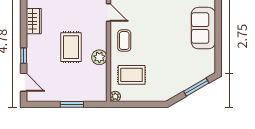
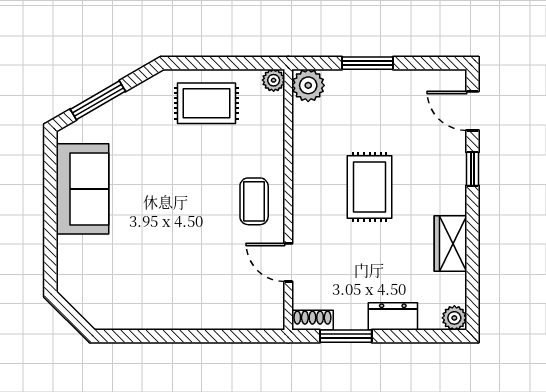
sofa: (203, 28) -> (83, 189), moved
plant: (99, 57) -> (308, 85), moved
rug: (132, 75) -> (207, 103), moved

